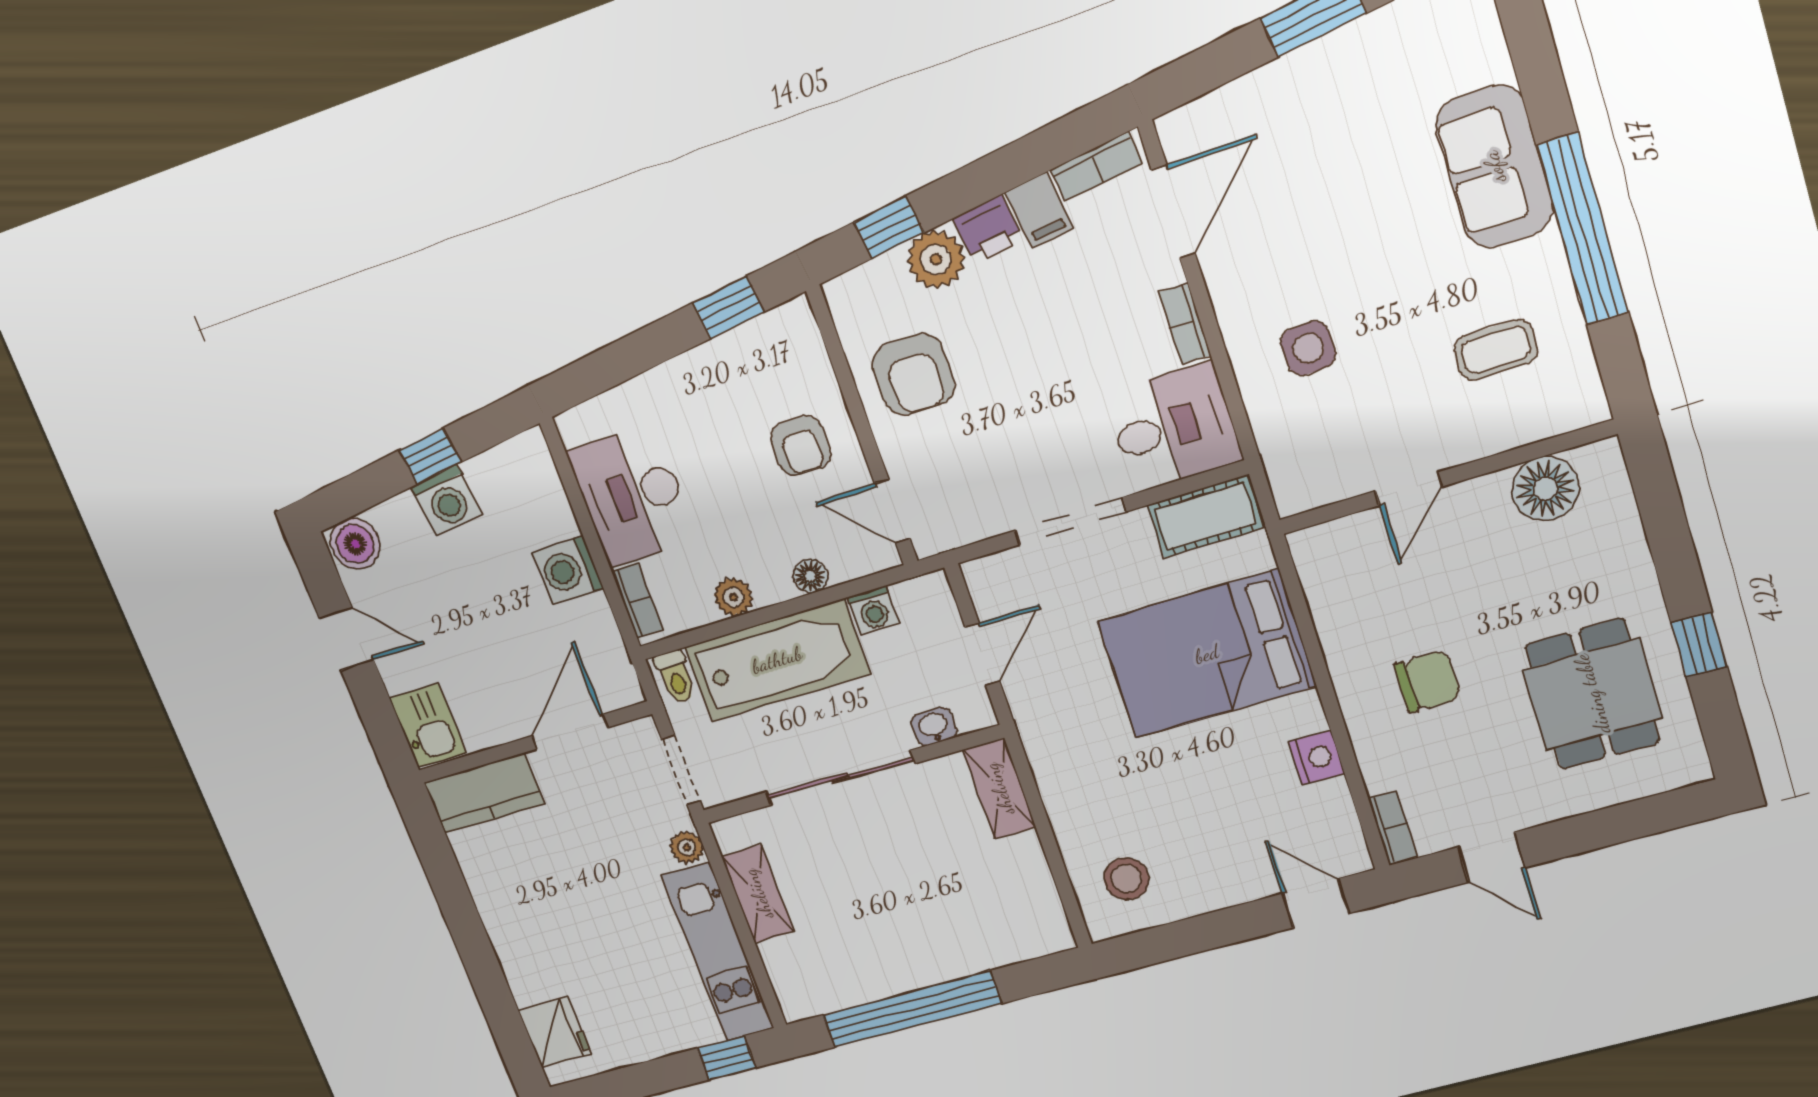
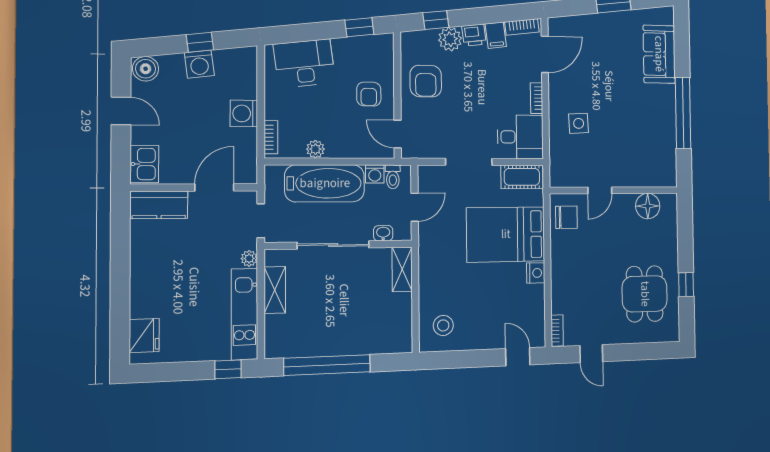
sofa: (1494, 167) -> (659, 54), moved
coffee table: (1496, 350) -> (644, 147), removed
desk: (632, 496) -> (304, 63), moved, turned 83
floor lamp: (810, 576) -> (353, 151), removed
toilet: (676, 677) -> (393, 177), moved
chair: (1427, 681) -> (566, 217), moved
nightstand: (1317, 758) -> (536, 273), moved

